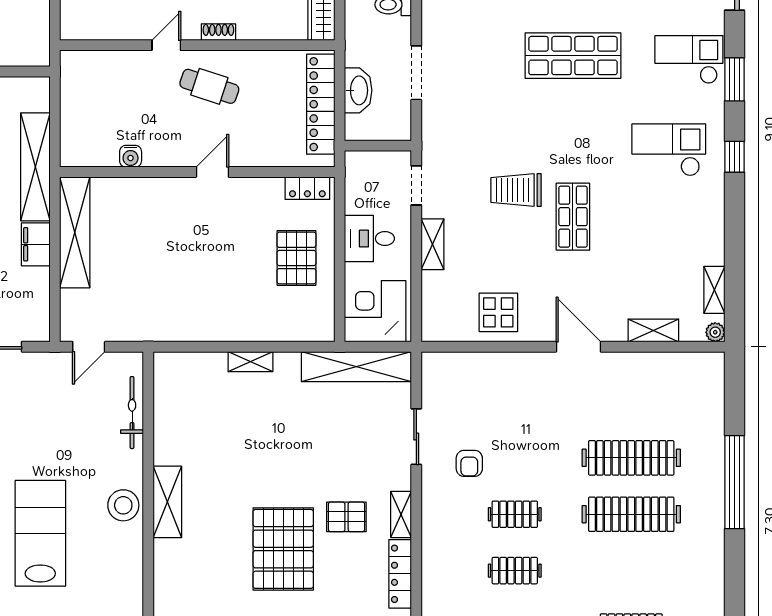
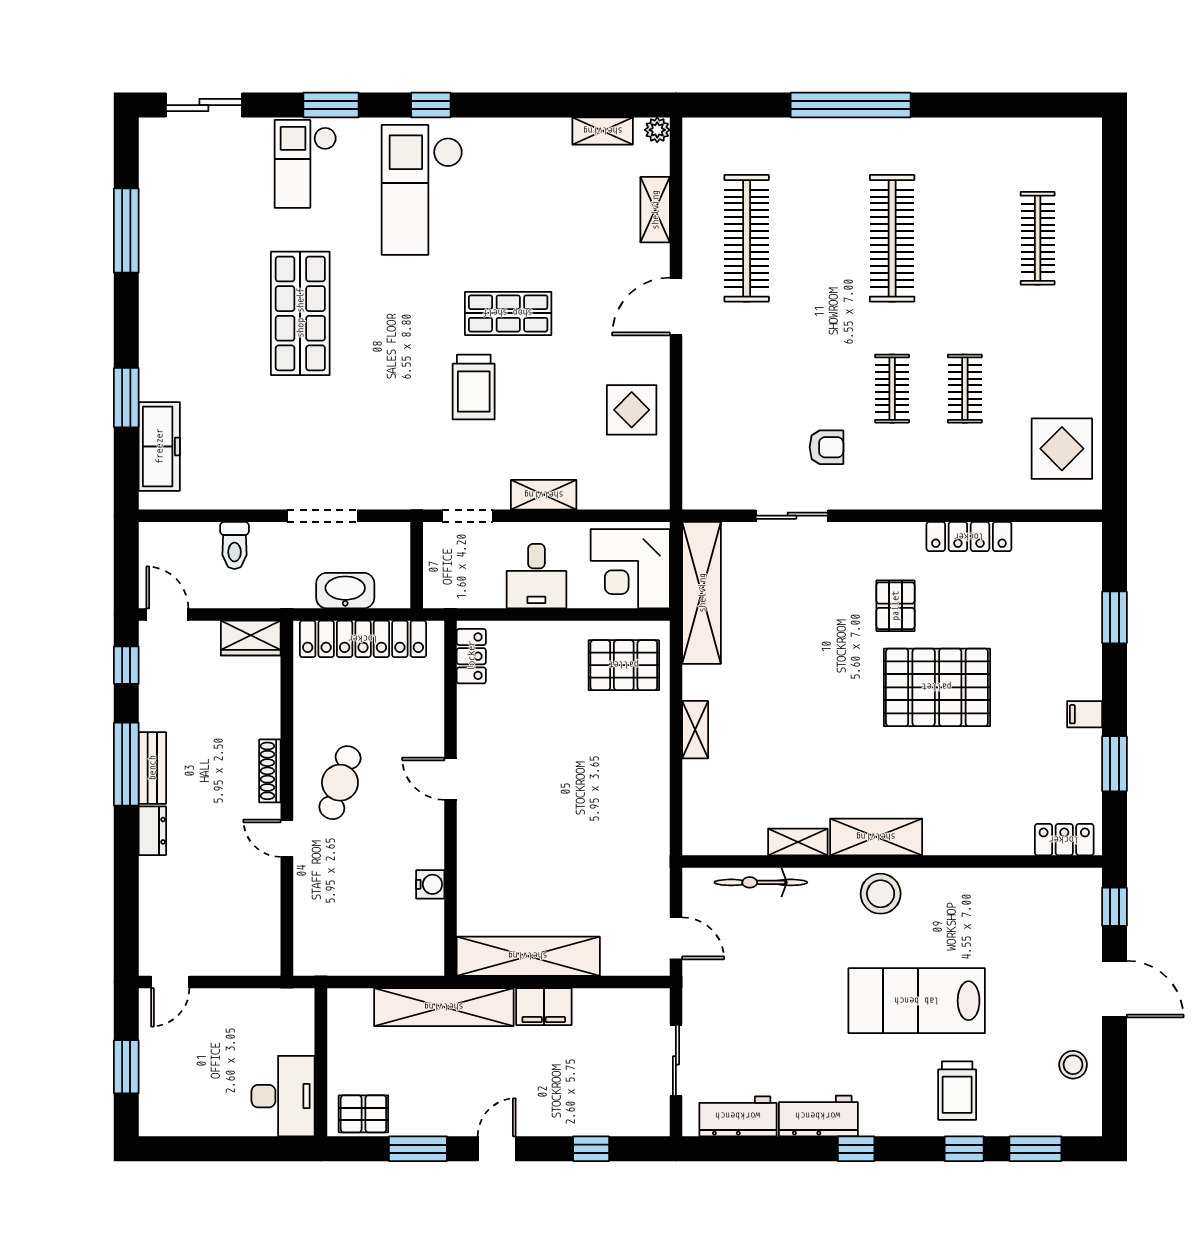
shoe rack: (218, 32) -> (270, 771), width x1.43
checkout: (669, 150) -> (422, 190), width x1.36, depth x1.21
pallet: (296, 258) -> (624, 665), moved
clothes rail: (631, 458) -> (747, 238), moved
shelving: (401, 514) -> (798, 842), moved

